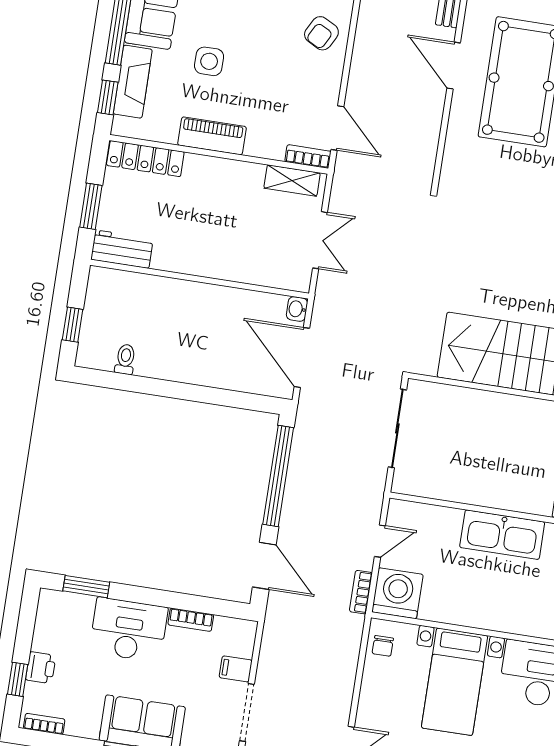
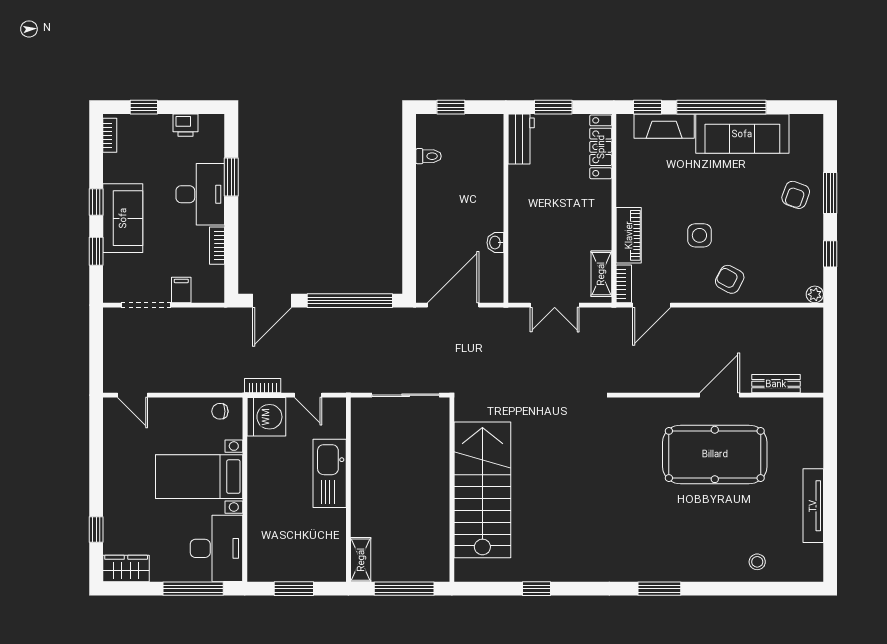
side table: (209, 61) -> (699, 235), moved
piano: (212, 136) -> (629, 235), moved
washbasin: (297, 309) -> (495, 243), moved, turned -90
kitchen sink: (502, 535) -> (330, 473), moved
window: (86, 587) -> (231, 177), moved
printer: (41, 668) -> (185, 125), moved

